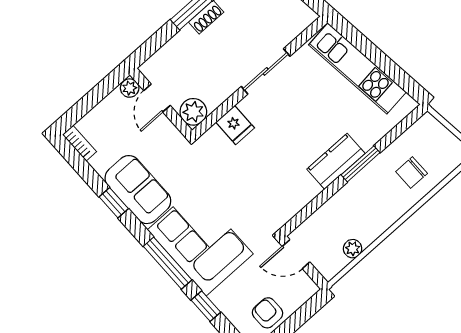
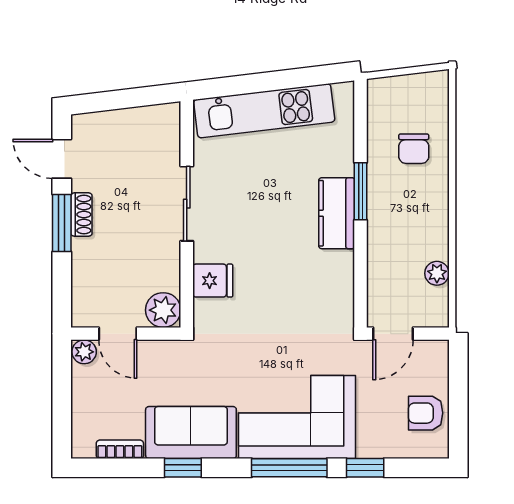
bookcase: (79, 143) -> (120, 449), moved

